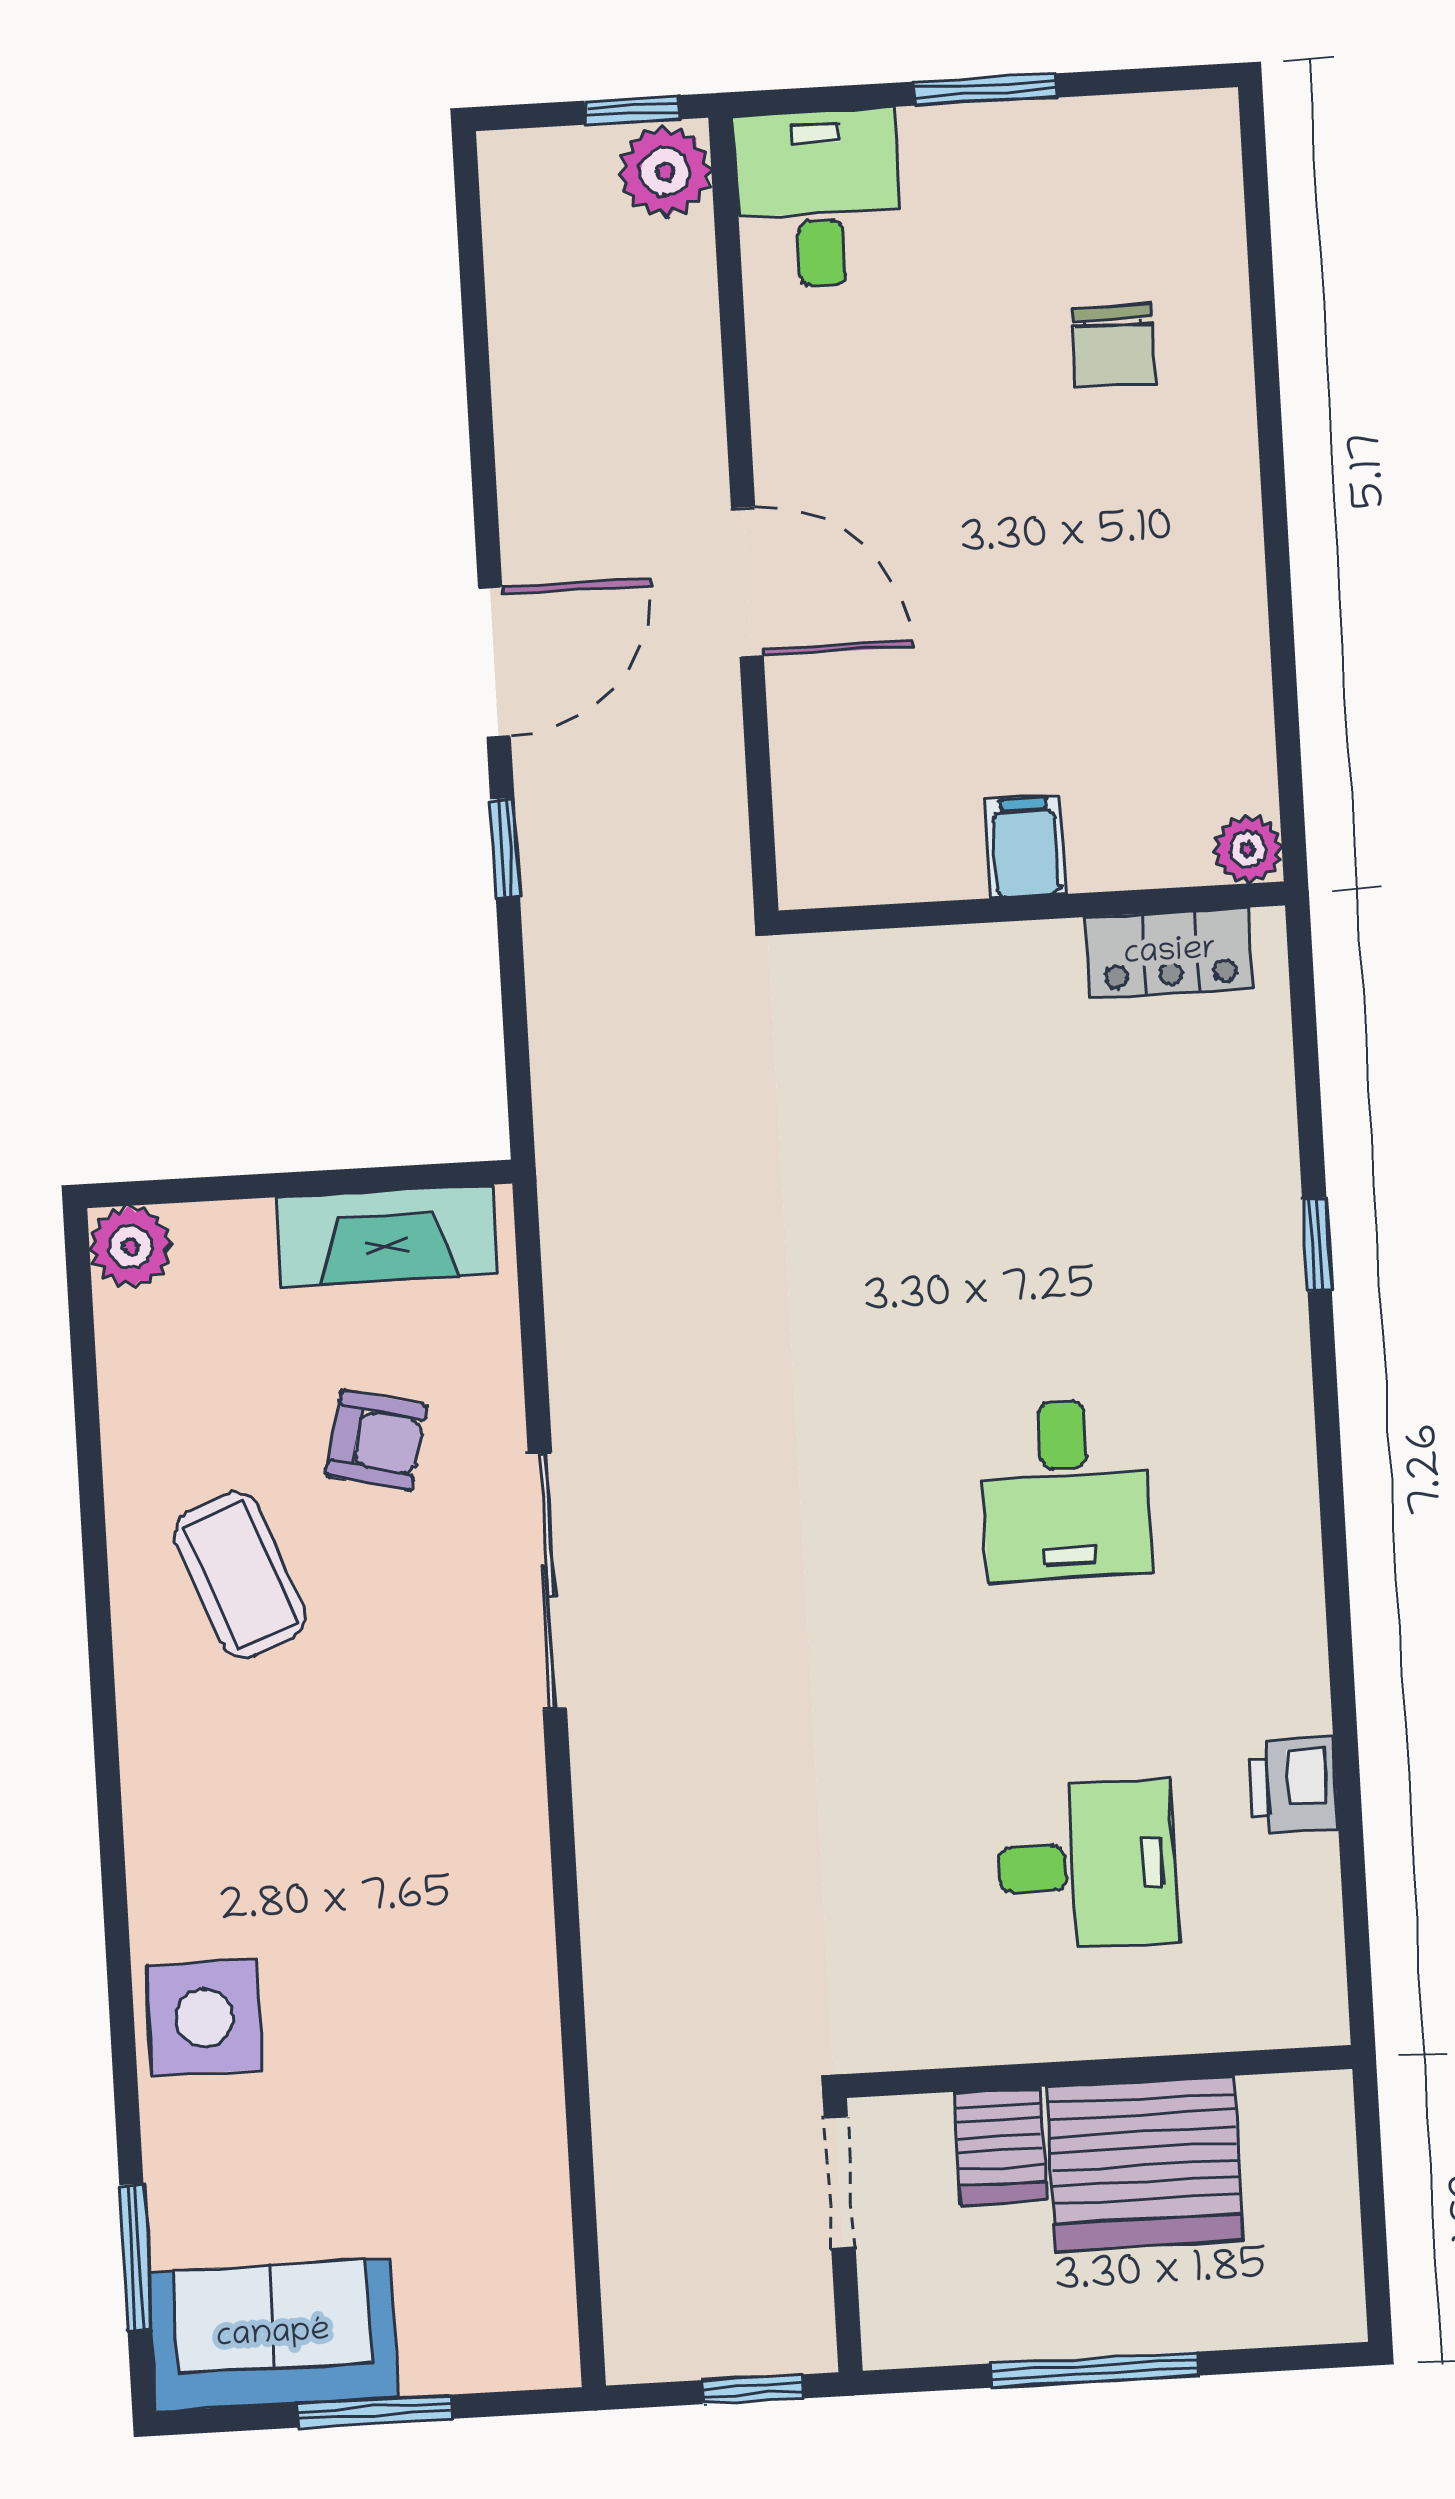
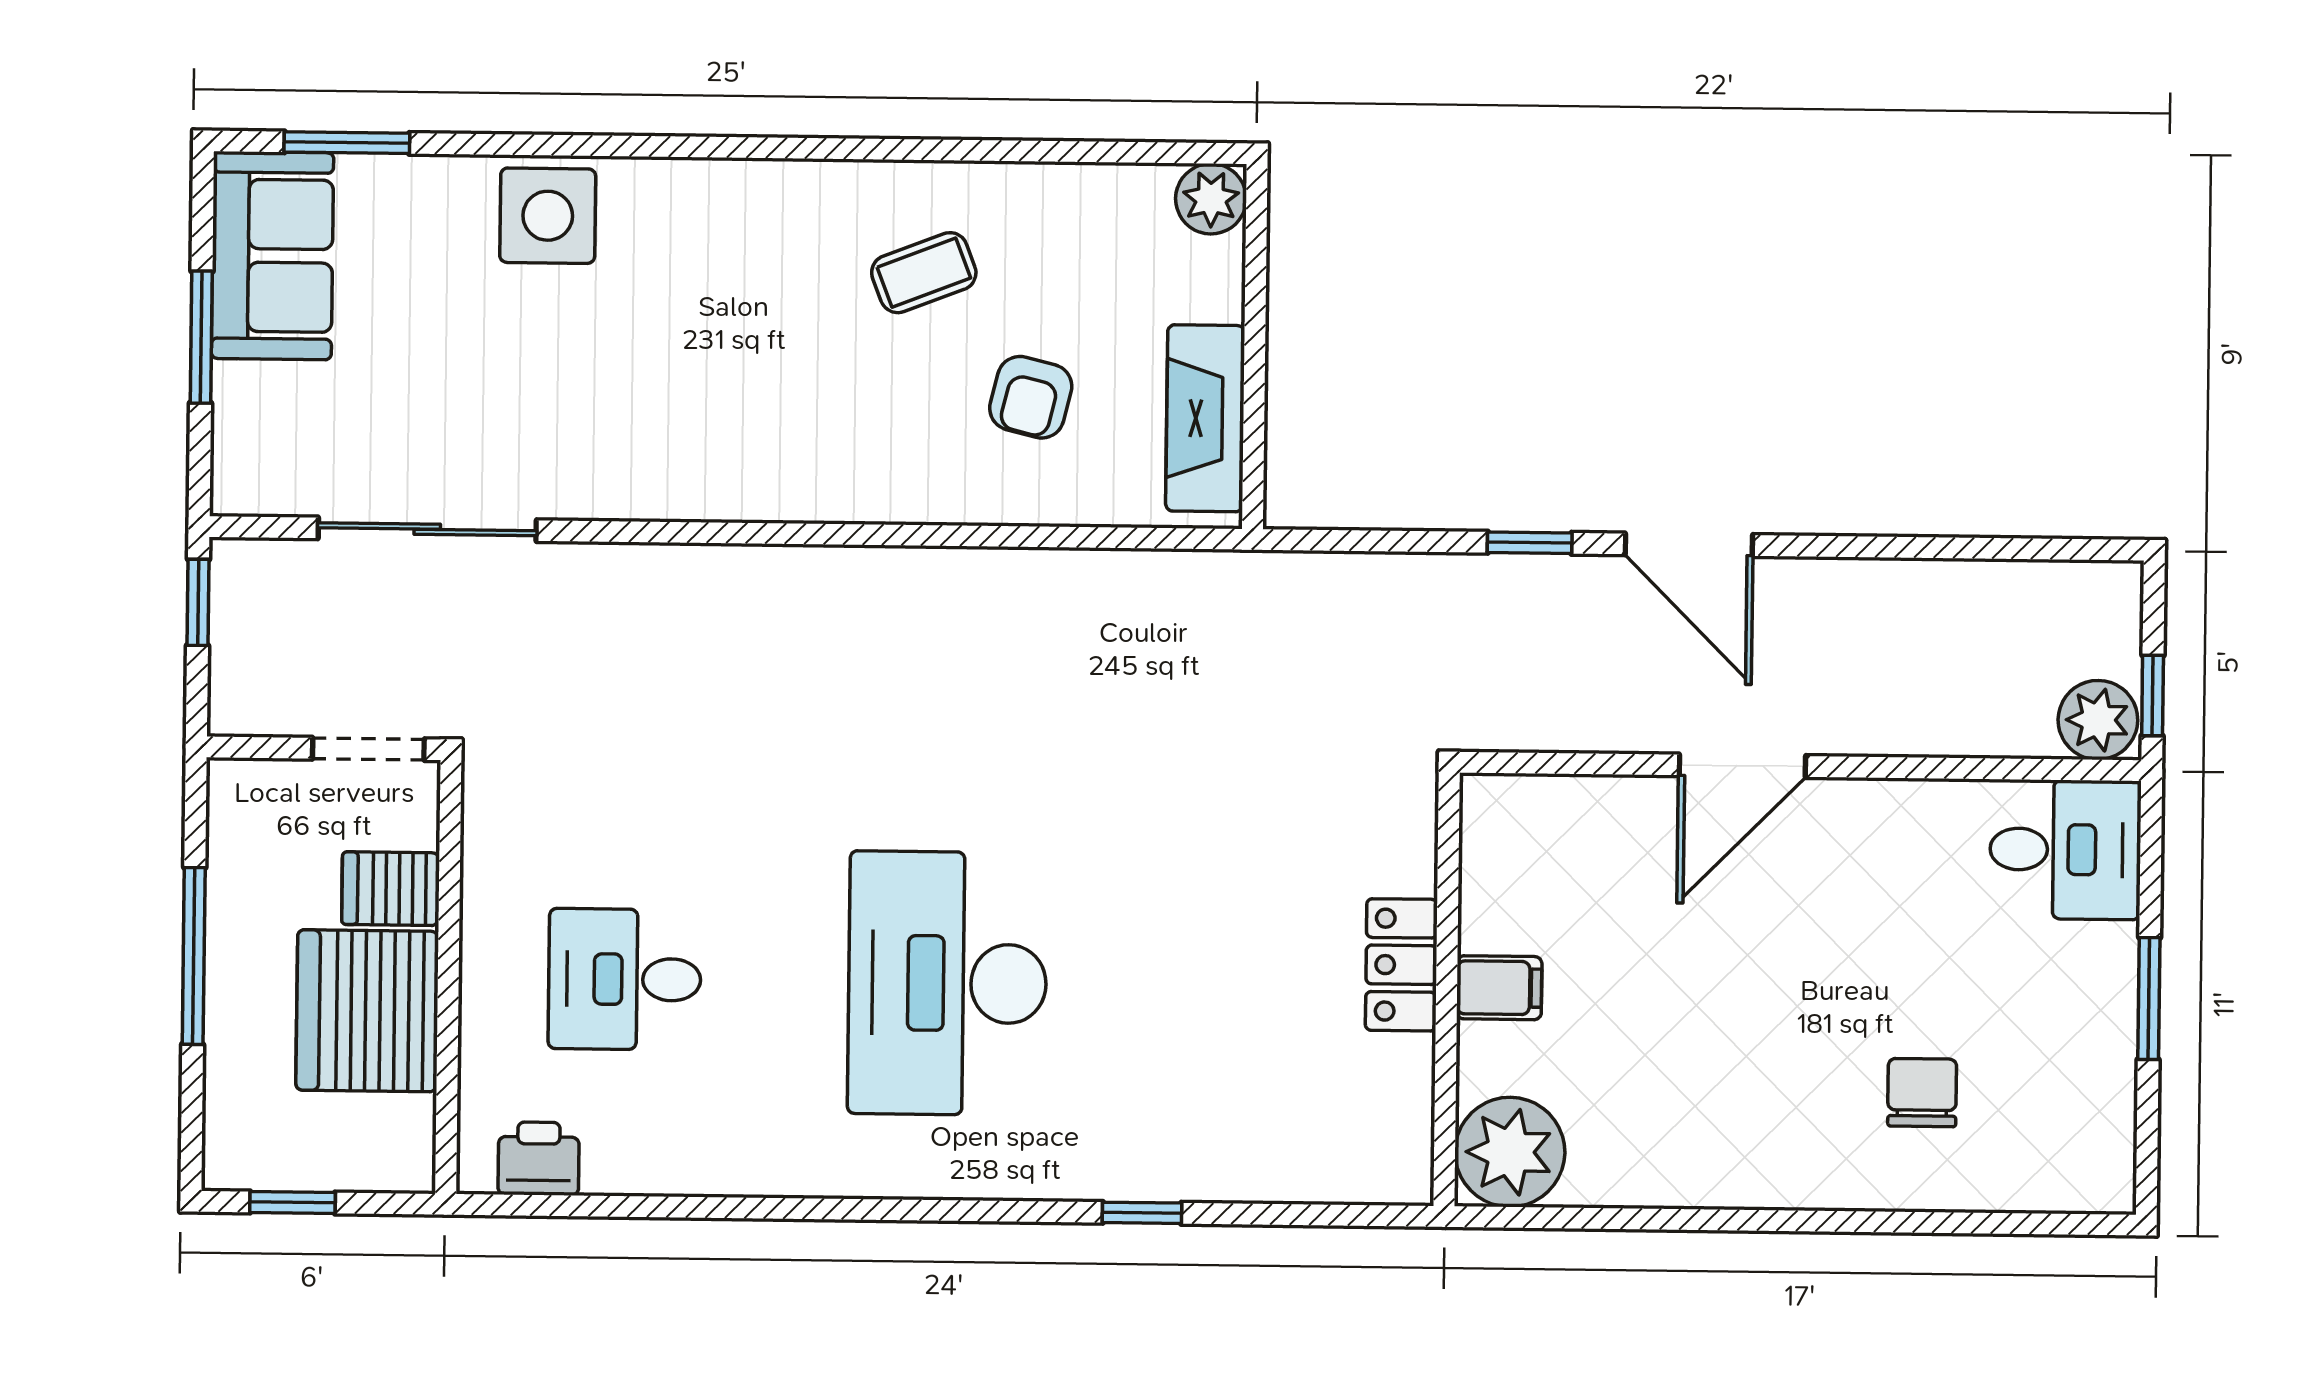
chair: (1113, 346) -> (1922, 1093), turned 89
plant: (1248, 849) -> (1510, 1152), width x1.87, depth x1.87
locker: (1170, 953) -> (1401, 965), moved
desk: (1065, 1490) -> (947, 983), width x1.87, depth x1.30
coffee table: (240, 1575) -> (924, 273), width x0.73, depth x0.77
sliding door: (547, 1581) -> (427, 529), moved
printer: (1293, 1785) -> (539, 1159), moved
desk: (1087, 1866) -> (625, 979), turned 90
window: (1374, 2234) -> (293, 1202), added
window: (753, 2389) -> (198, 602), moved

